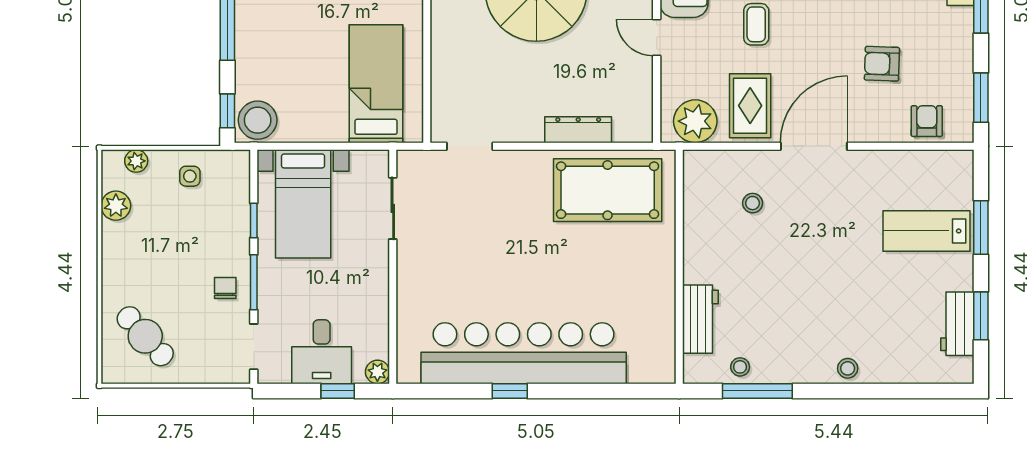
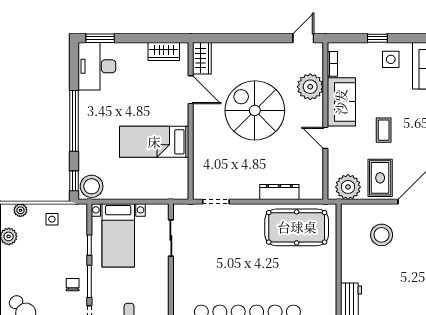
bed: (376, 84) -> (154, 142), moved, turned -90
stool: (753, 203) -> (382, 235), width x1.89, depth x1.89

